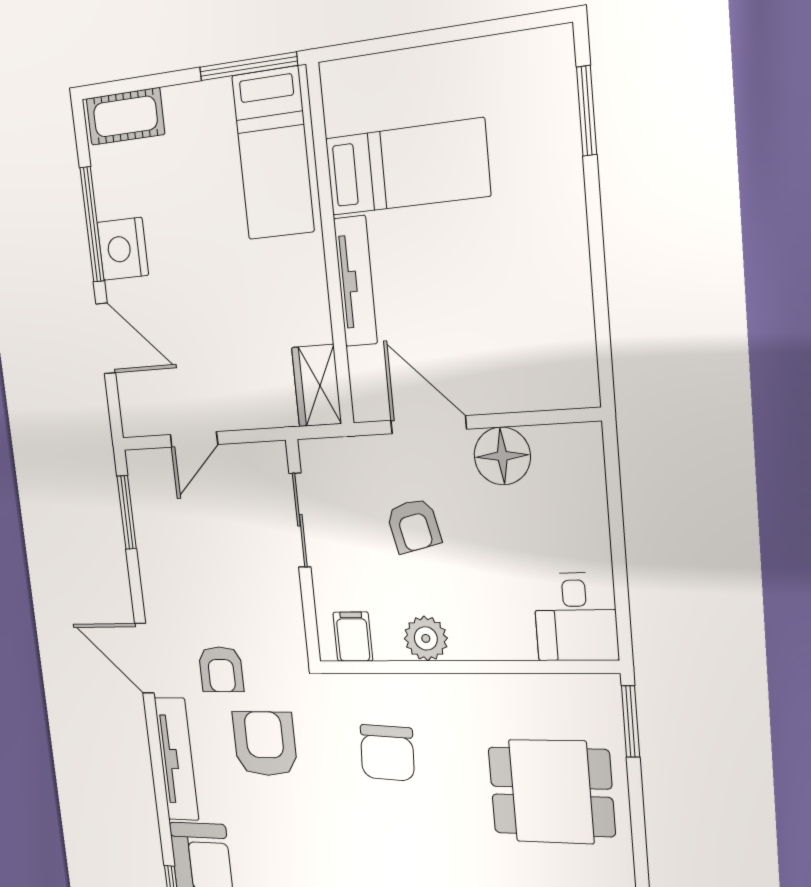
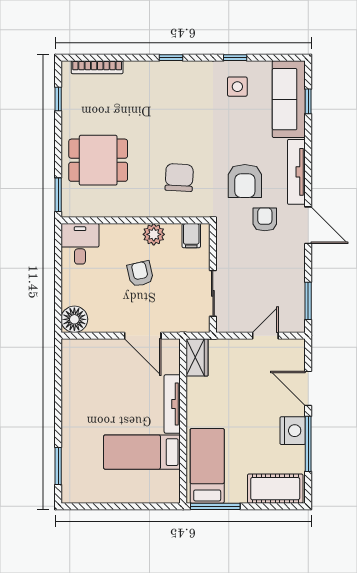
cot: (125, 116) -> (275, 489), width x1.37, depth x1.34
floor lamp: (502, 456) -> (74, 319), moved
armchair: (414, 526) -> (140, 274), moved

